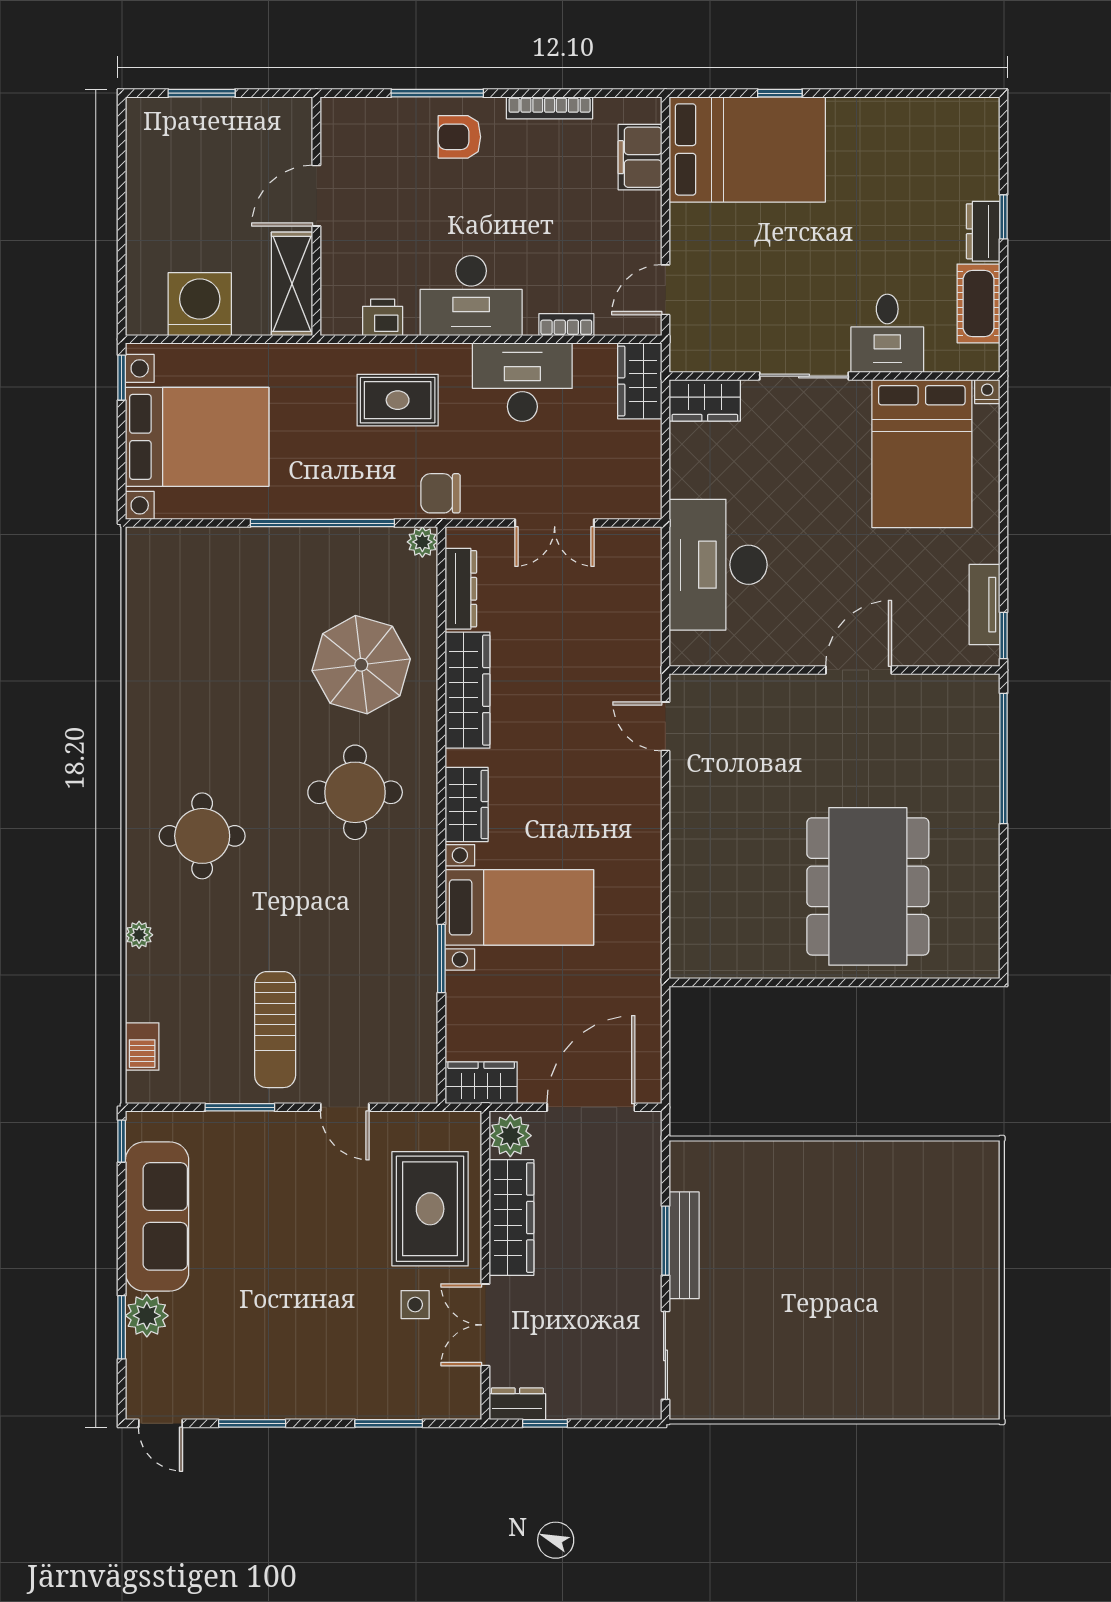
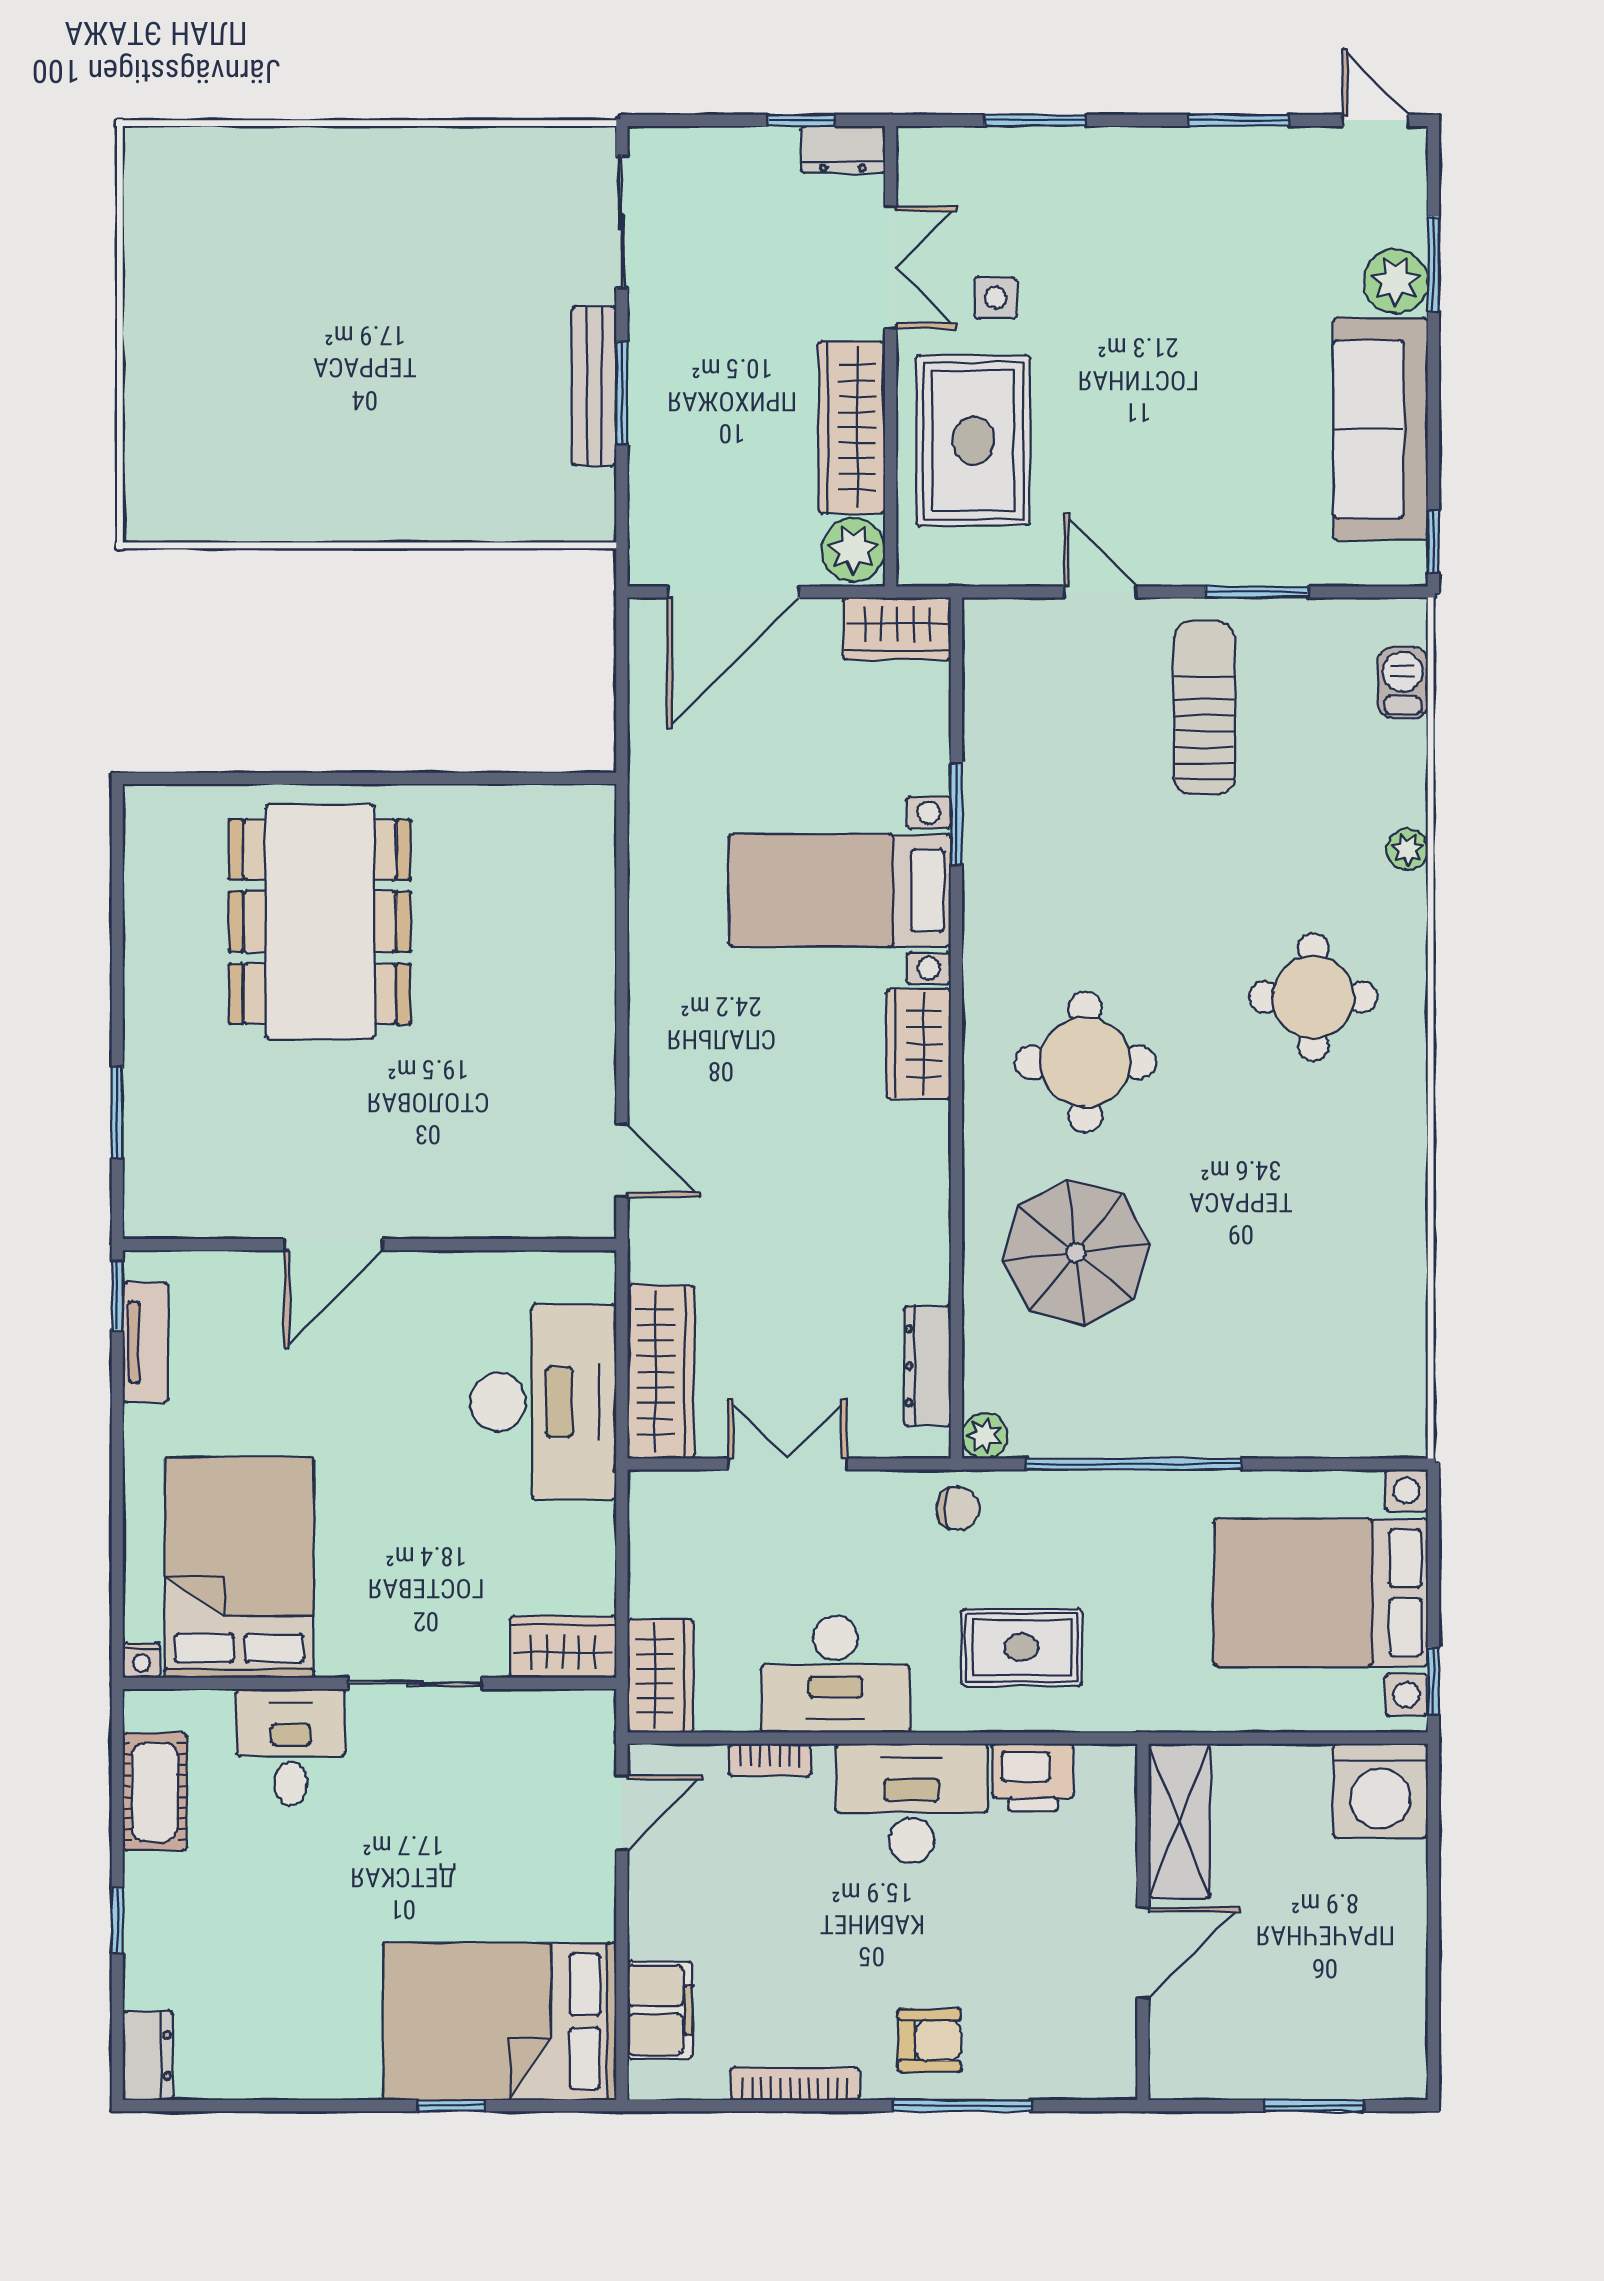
dresser: (983, 231) -> (148, 2056), moved
washing machine: (200, 304) -> (1380, 1791), moved
printer: (383, 317) -> (1033, 1777), width x1.36, depth x1.24
chair: (440, 493) -> (958, 1508), width x0.73, depth x0.73
wardrobe: (467, 690) -> (661, 1372), moved, turned 180
window: (1004, 759) -> (117, 1112), width x0.47

